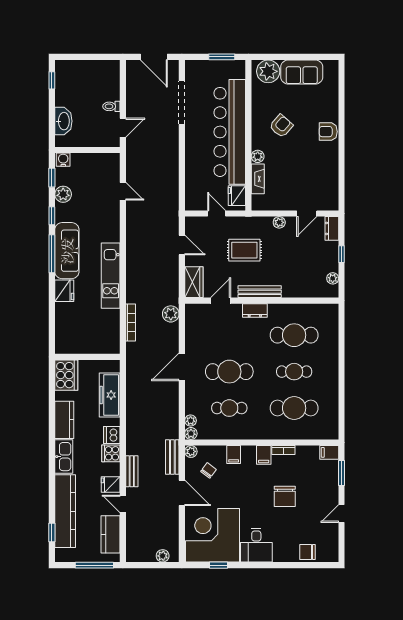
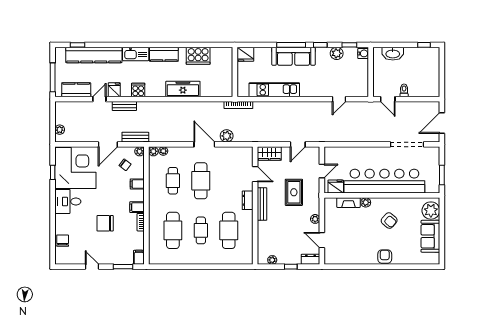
fridge: (64, 291) -> (245, 54), moved
plant: (171, 314) -> (227, 136), moved
wall: (87, 357) -> (235, 72), moved
dishwasher: (112, 435) -> (152, 91), removed

